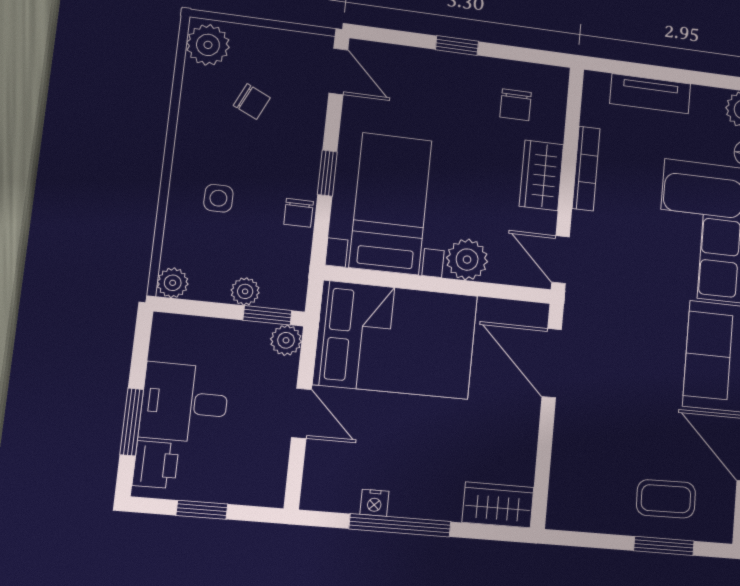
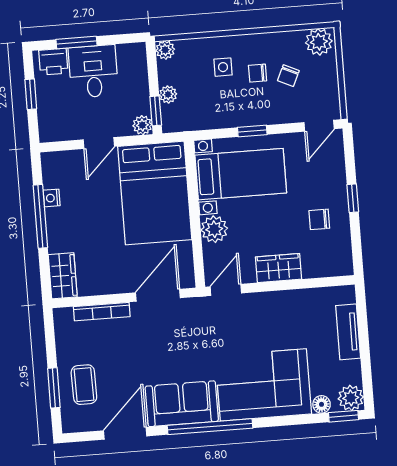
chair: (516, 105) -> (319, 219), moved
bookcase: (586, 168) -> (102, 312), moved
chair: (299, 213) -> (258, 73), moved

